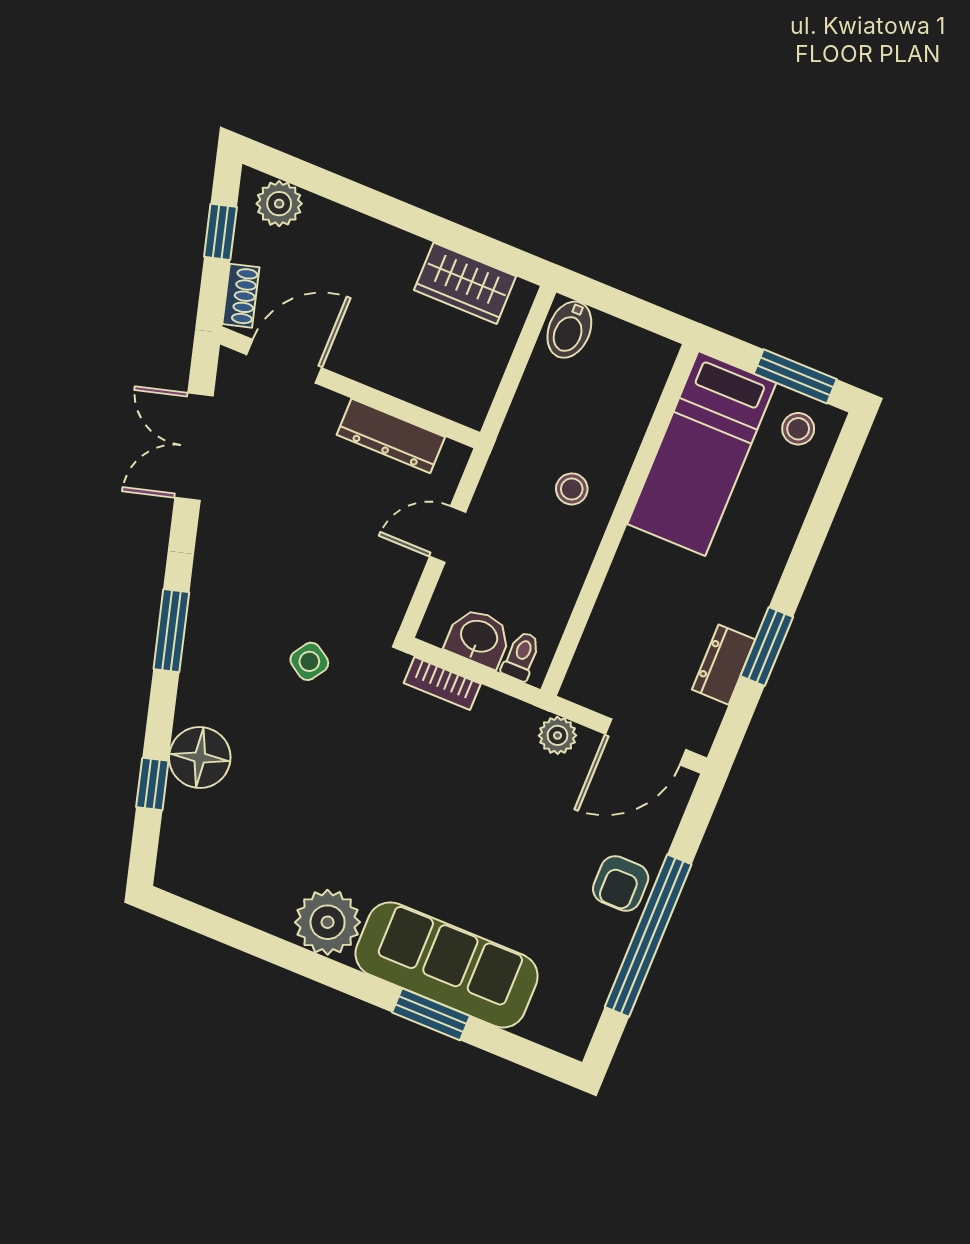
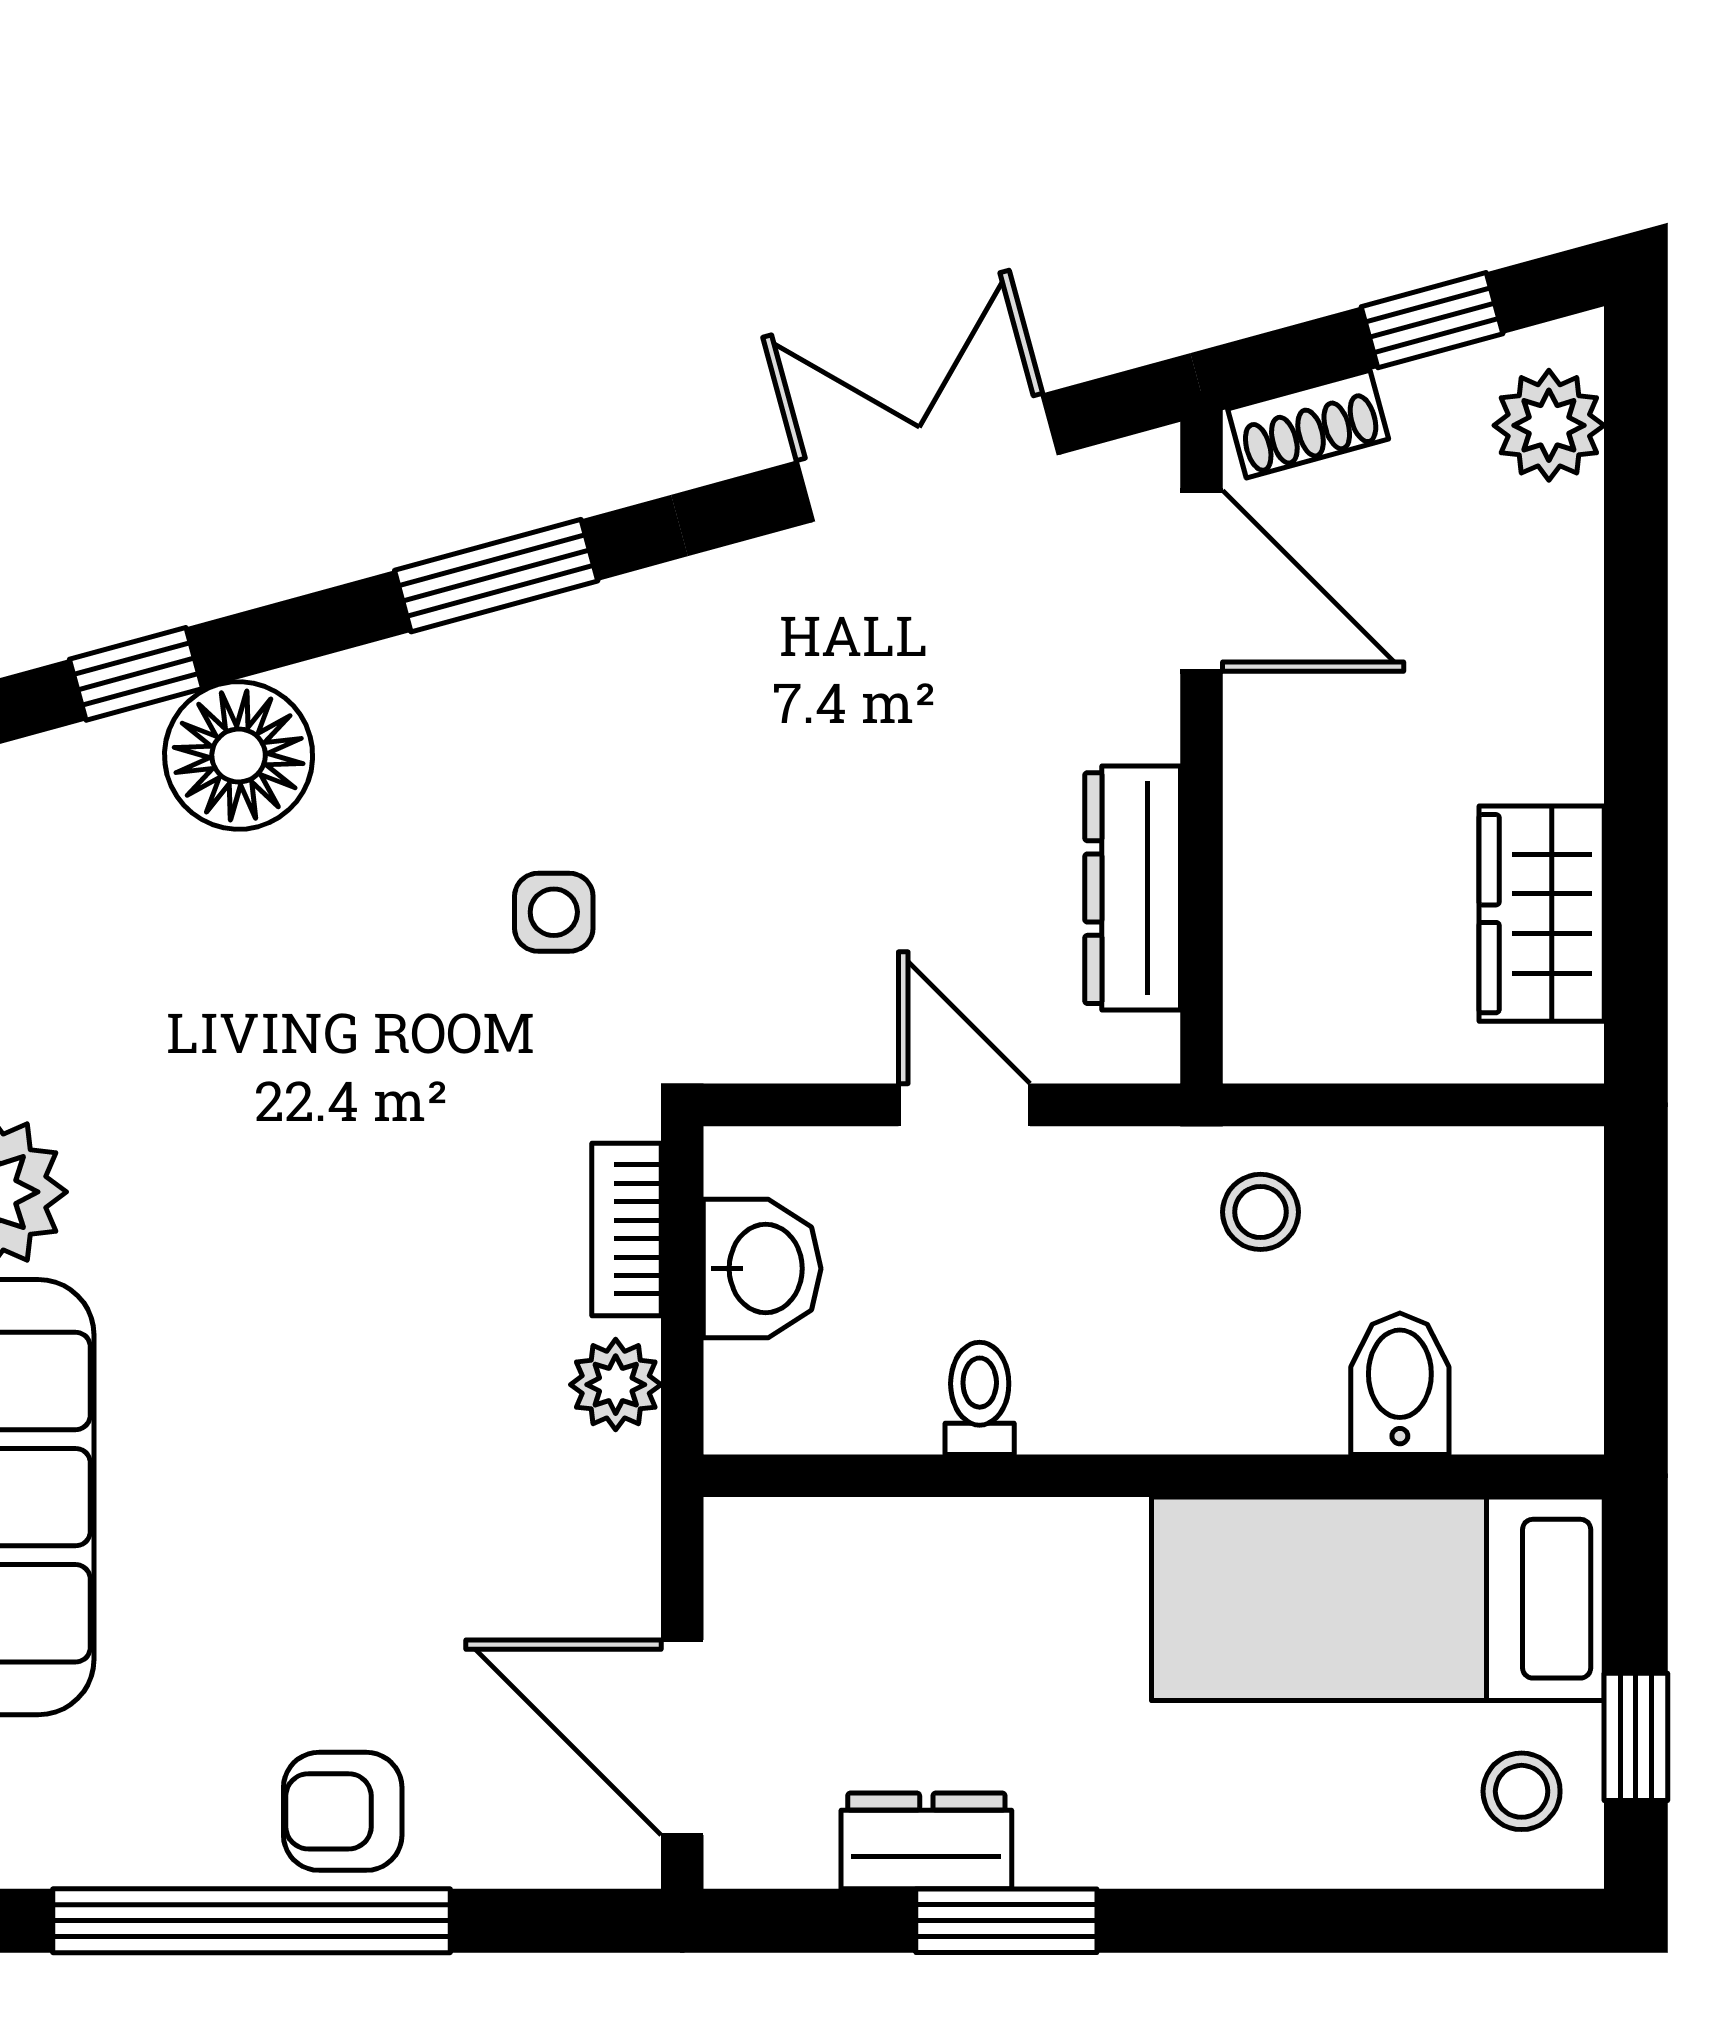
bidet: (569, 330) -> (1400, 1384), moved, turned 90
window: (795, 376) -> (1636, 1737), width x0.67
stool: (572, 489) -> (1260, 1212), moved
toilet: (521, 656) -> (980, 1398), moved, turned -90
side table: (309, 661) -> (554, 912), turned -33
plant: (557, 735) -> (616, 1385), moved

